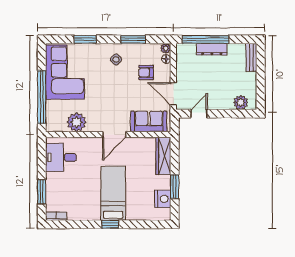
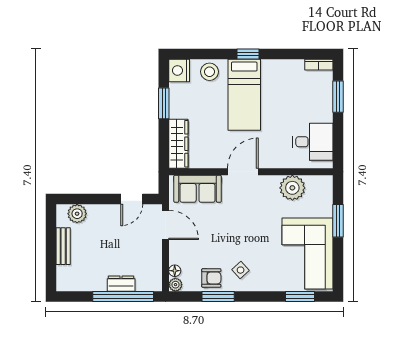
window: (85, 39) -> (300, 296), moved
dresser: (212, 49) -> (121, 284), width x0.70
bench: (251, 57) -> (63, 246), moved
armchair: (146, 72) -> (211, 278), moved
window: (42, 97) -> (338, 221), width x0.47
nightstand: (163, 199) -> (179, 70), moved
stool: (140, 211) -> (210, 72), added

